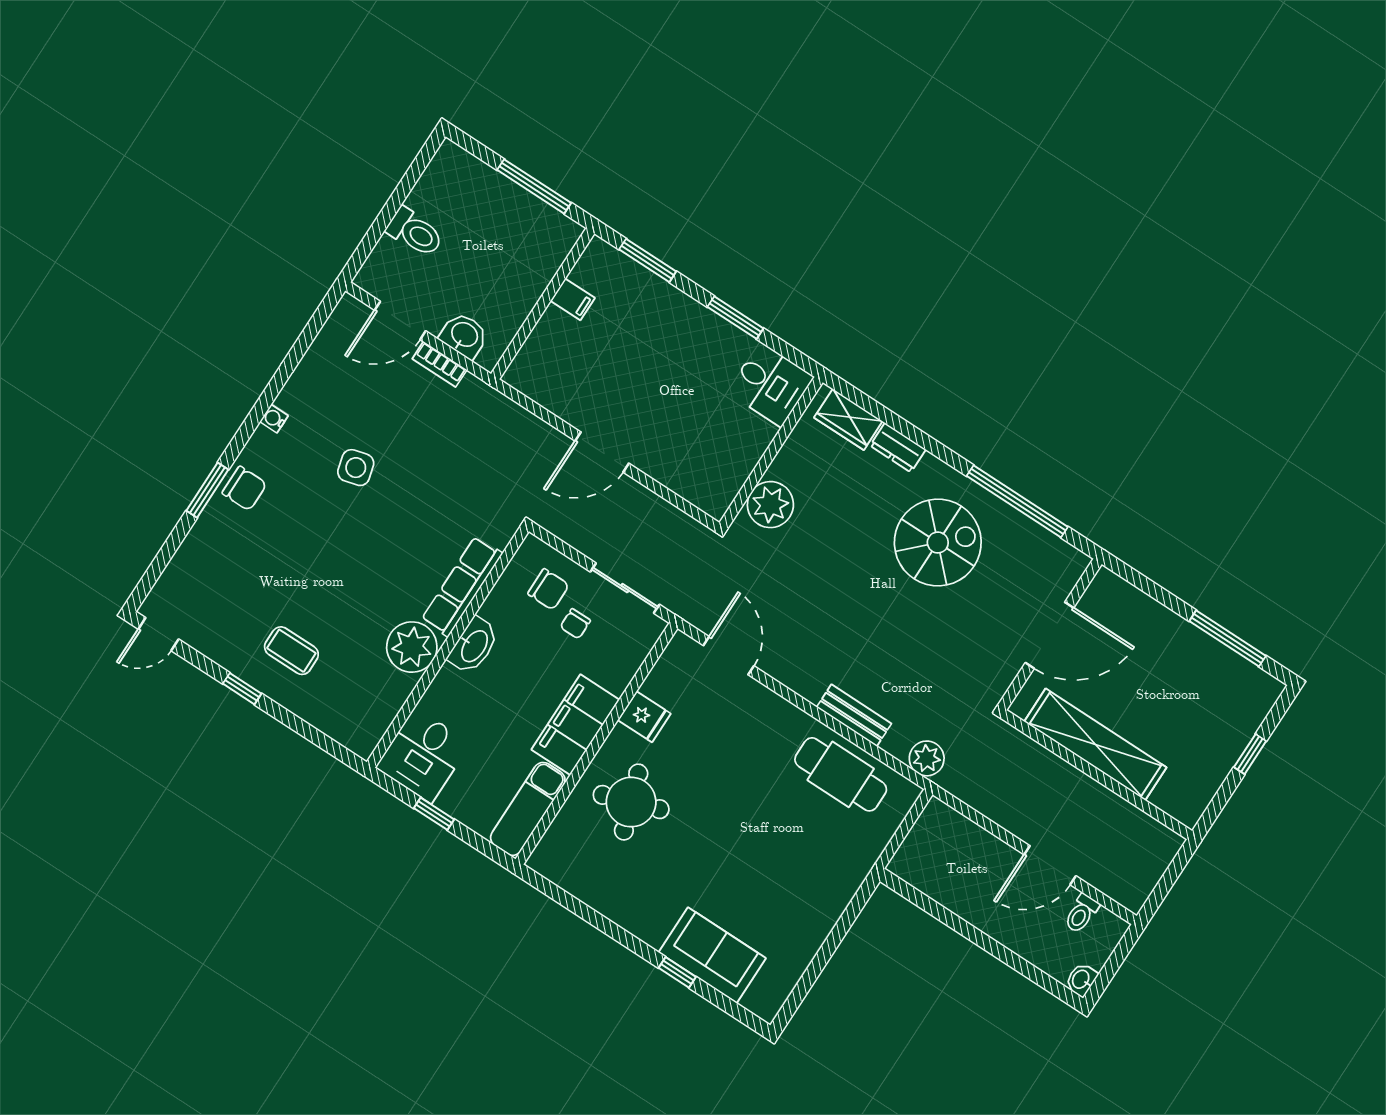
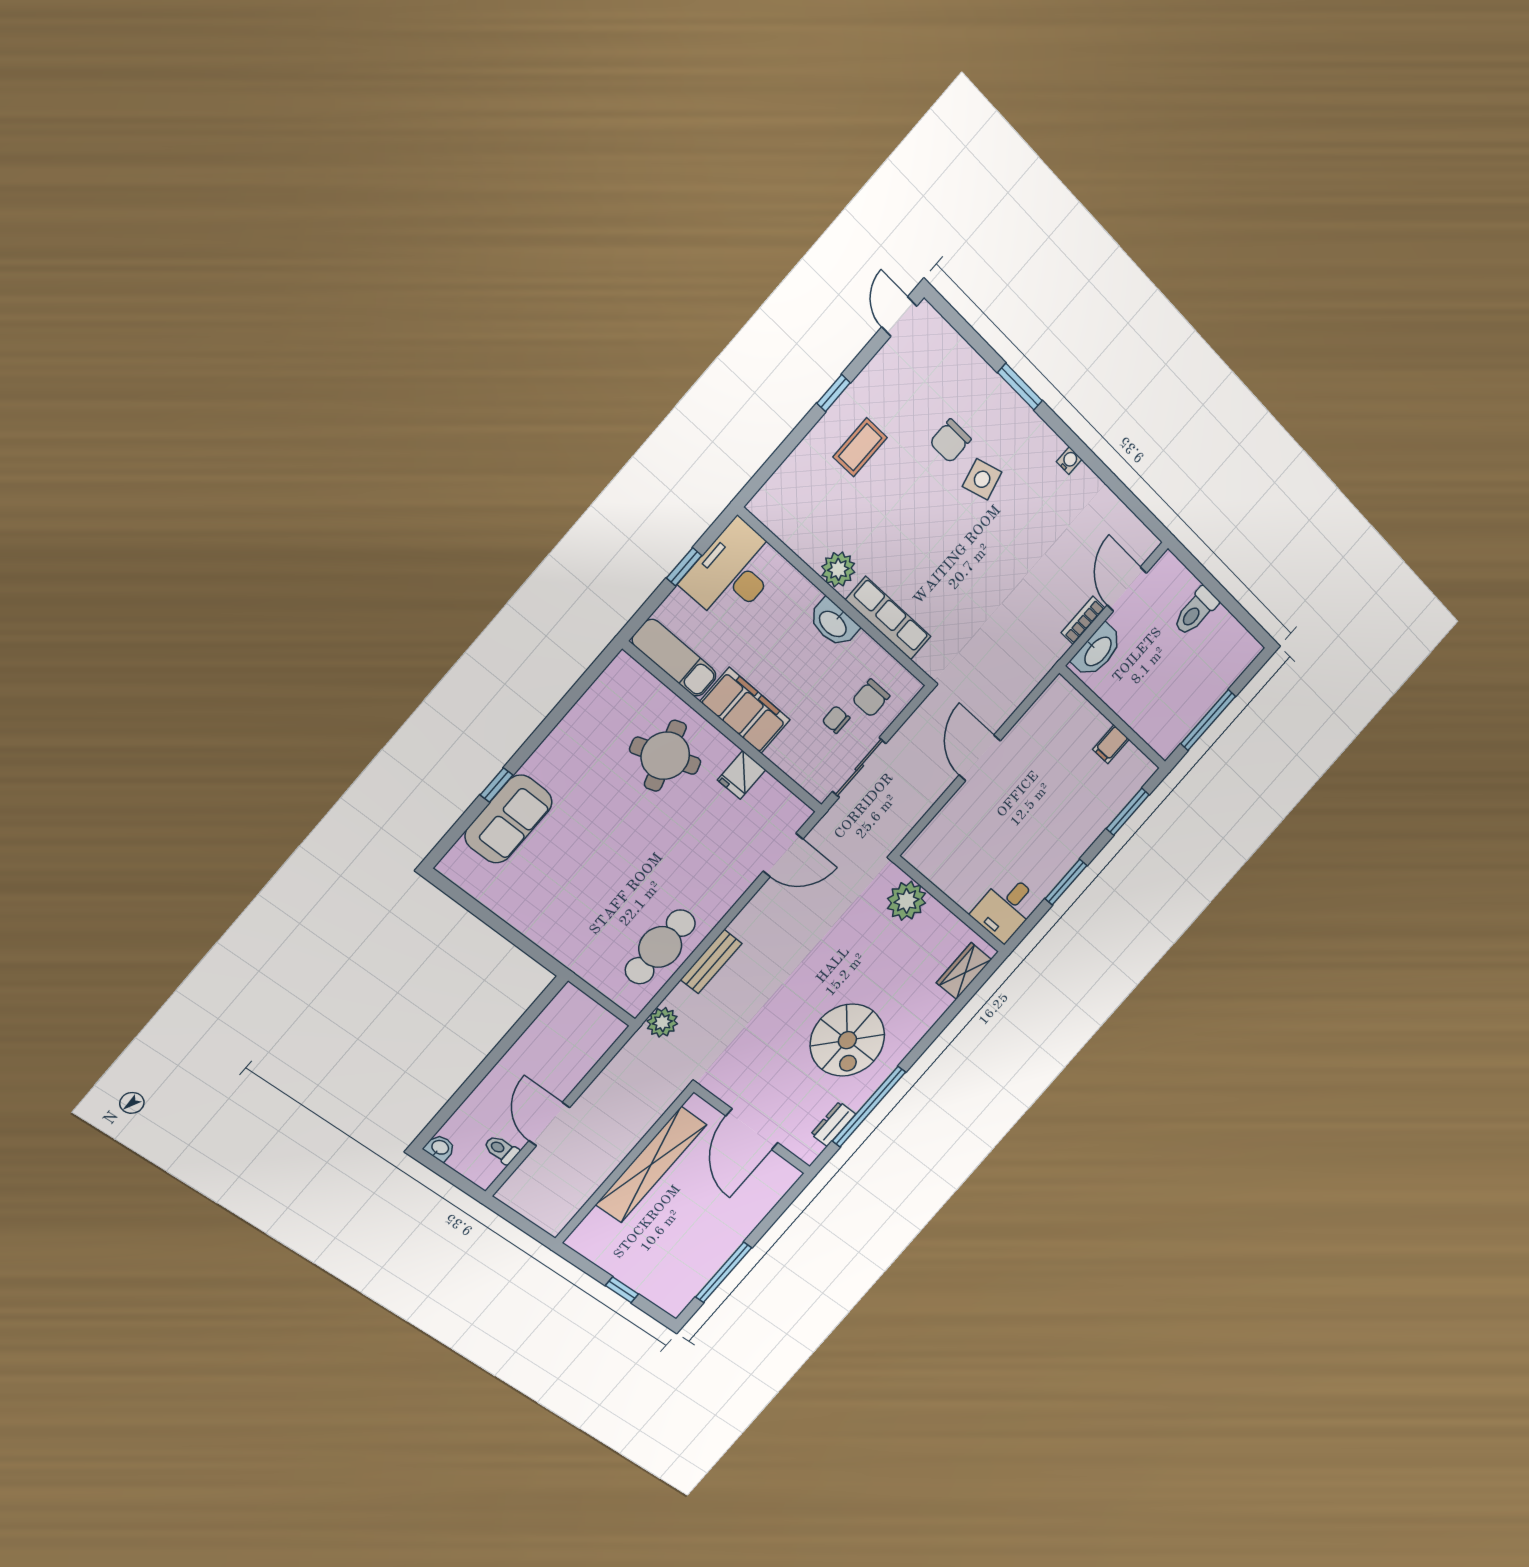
washbasin: (464, 335) -> (1097, 651), width x1.38
dresser: (898, 448) -> (833, 1124), moved
side table: (356, 468) -> (982, 479), moved
chair: (244, 488) -> (950, 441), moved
plant: (412, 647) -> (838, 569), width x0.73, depth x0.73
desk: (423, 755) -> (733, 572), width x1.37

